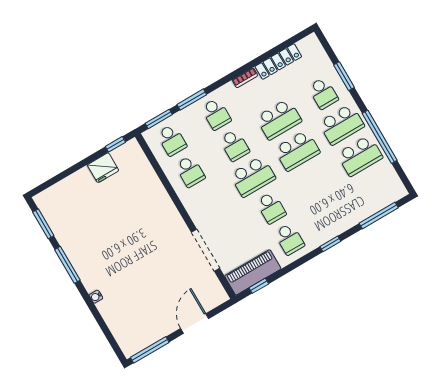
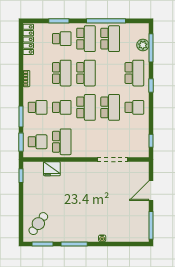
locker: (278, 62) -> (28, 39), moved
fridge: (103, 168) -> (52, 169), moved, turned 90
school desk: (190, 171) -> (62, 142), width x1.85
cafe table: (67, 203) -> (38, 224), added
plant: (376, 203) -> (143, 45), added
school desk: (271, 208) -> (110, 107), width x1.85
school desk: (334, 213) -> (134, 73), added
piano: (253, 272) -> (141, 140), removed
door: (195, 324) -> (151, 191), hinge flipped

